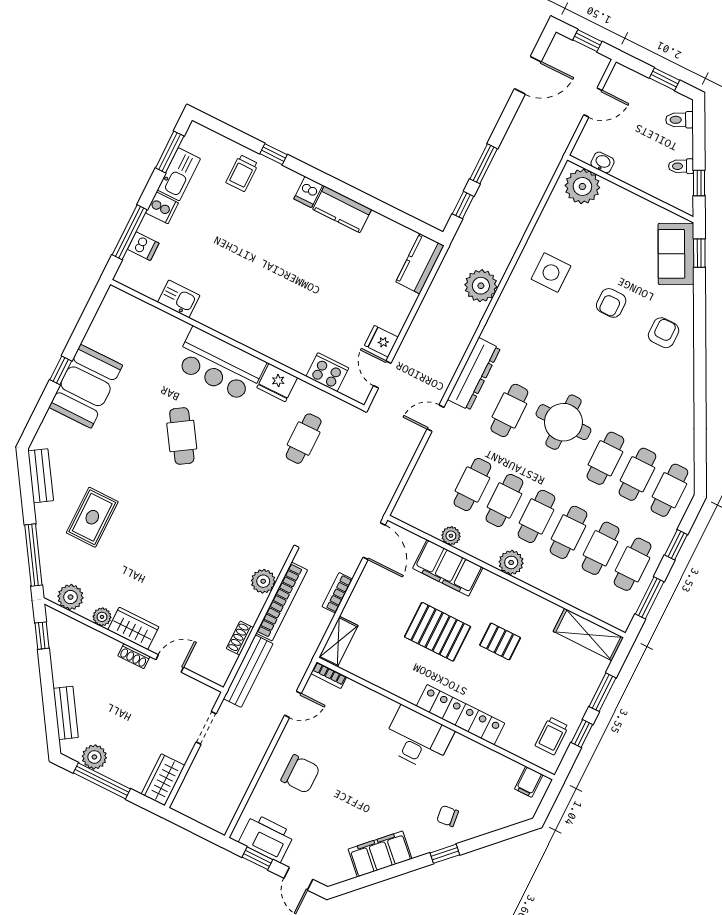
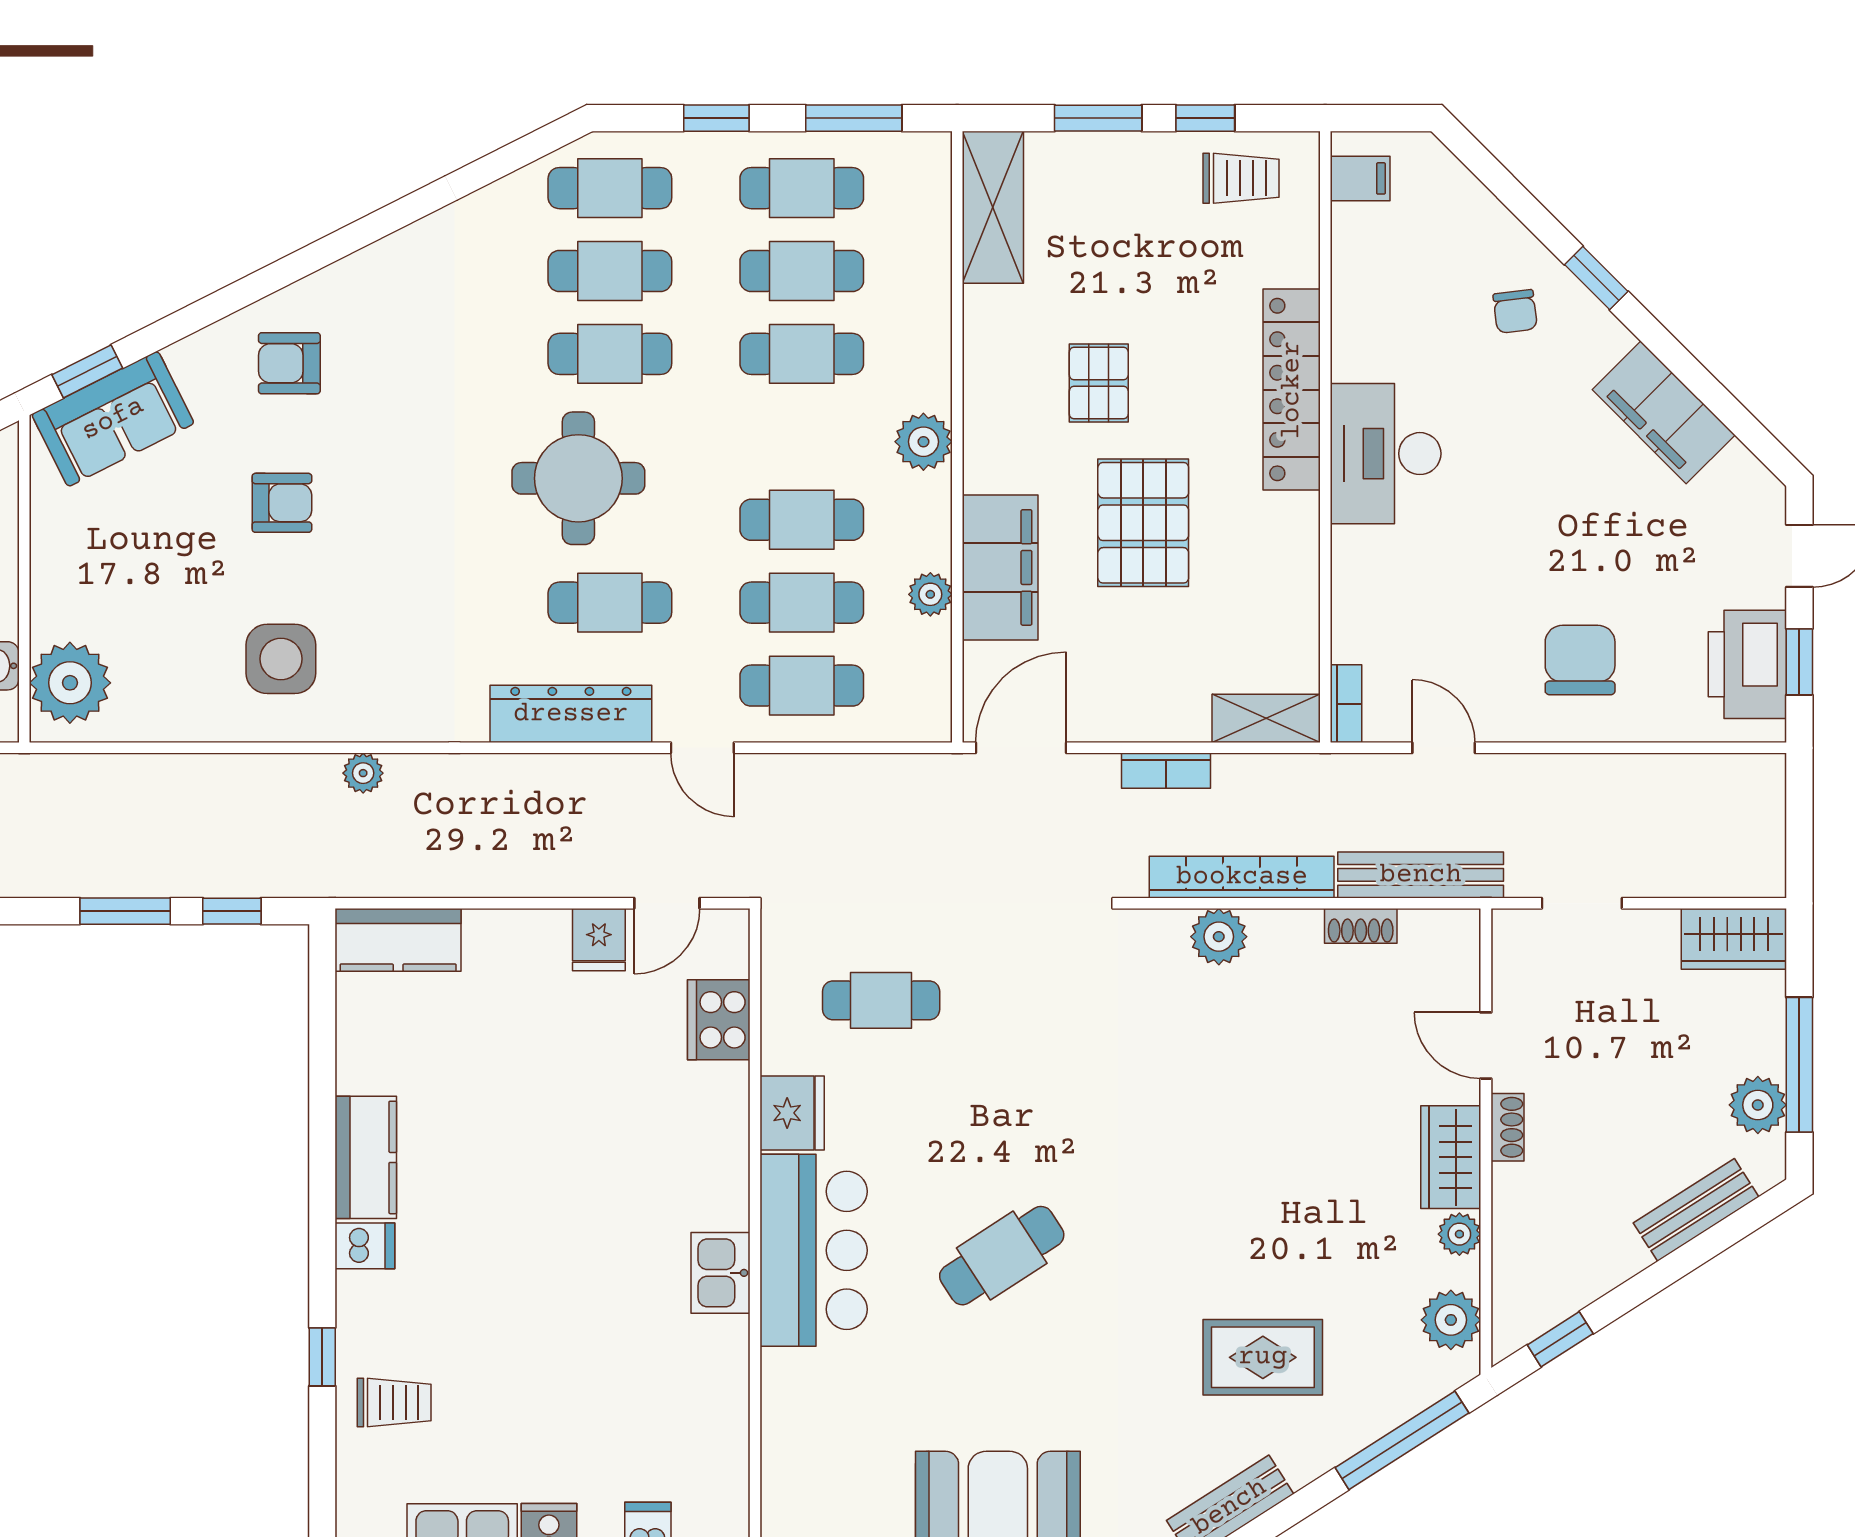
plant: (481, 286) -> (363, 773), width x0.53, depth x0.53
kitchen sink: (179, 299) -> (721, 1273), moved
cafe table: (536, 516) -> (802, 686), moved

